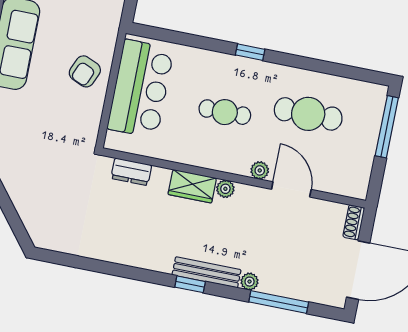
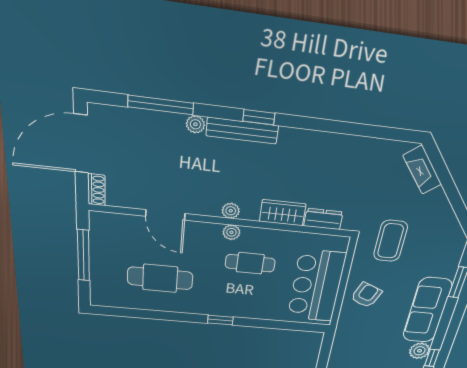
cafe table: (225, 112) -> (250, 263), moved
window: (387, 127) -> (83, 255), moved
coffee table: (60, 140) -> (390, 241), added
plant: (260, 170) -> (231, 232), moved
wardrobe: (192, 186) -> (283, 213), moved
fireplace: (32, 219) -> (422, 170), added

